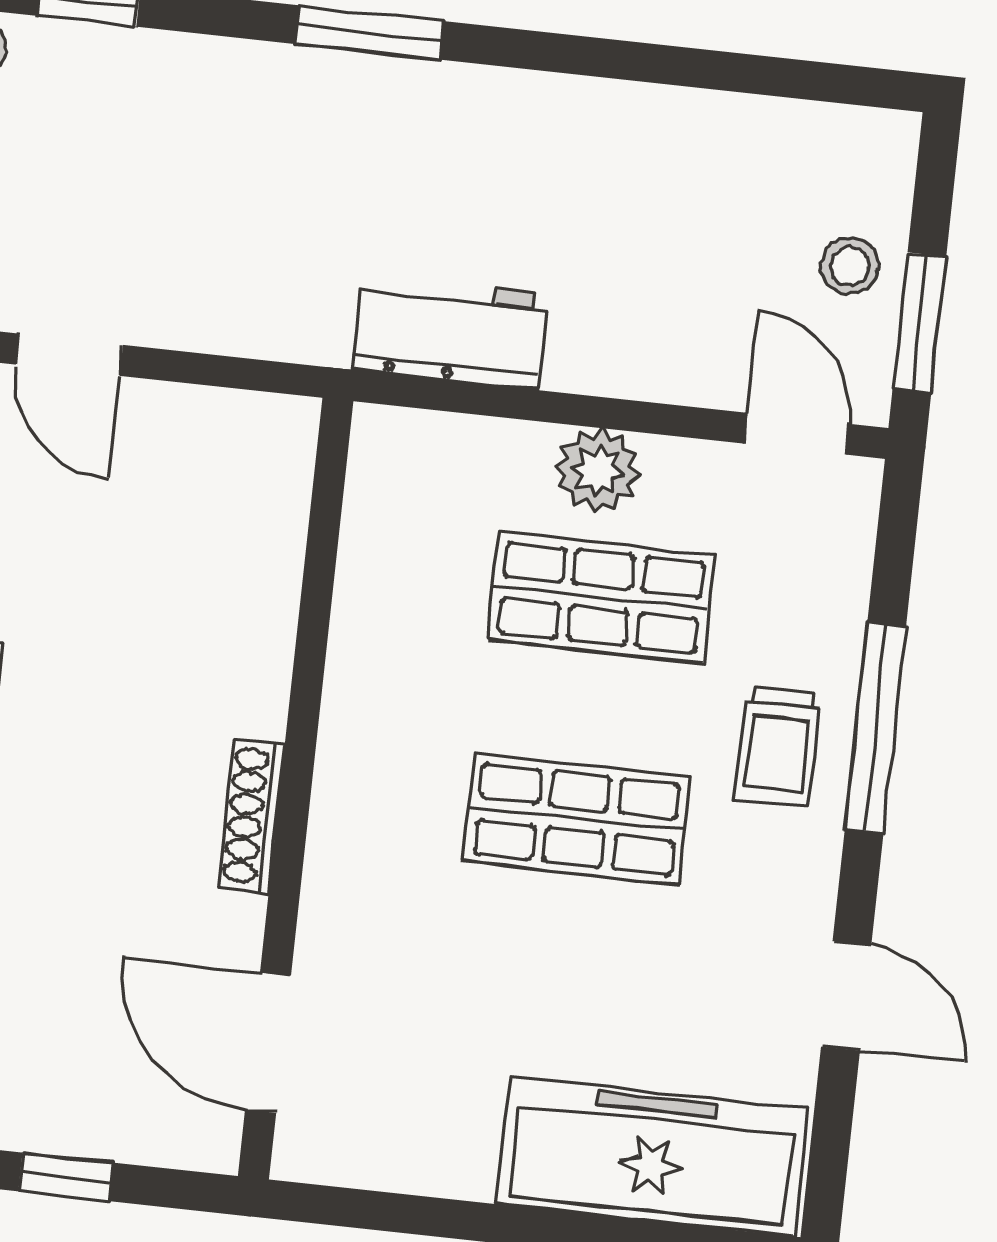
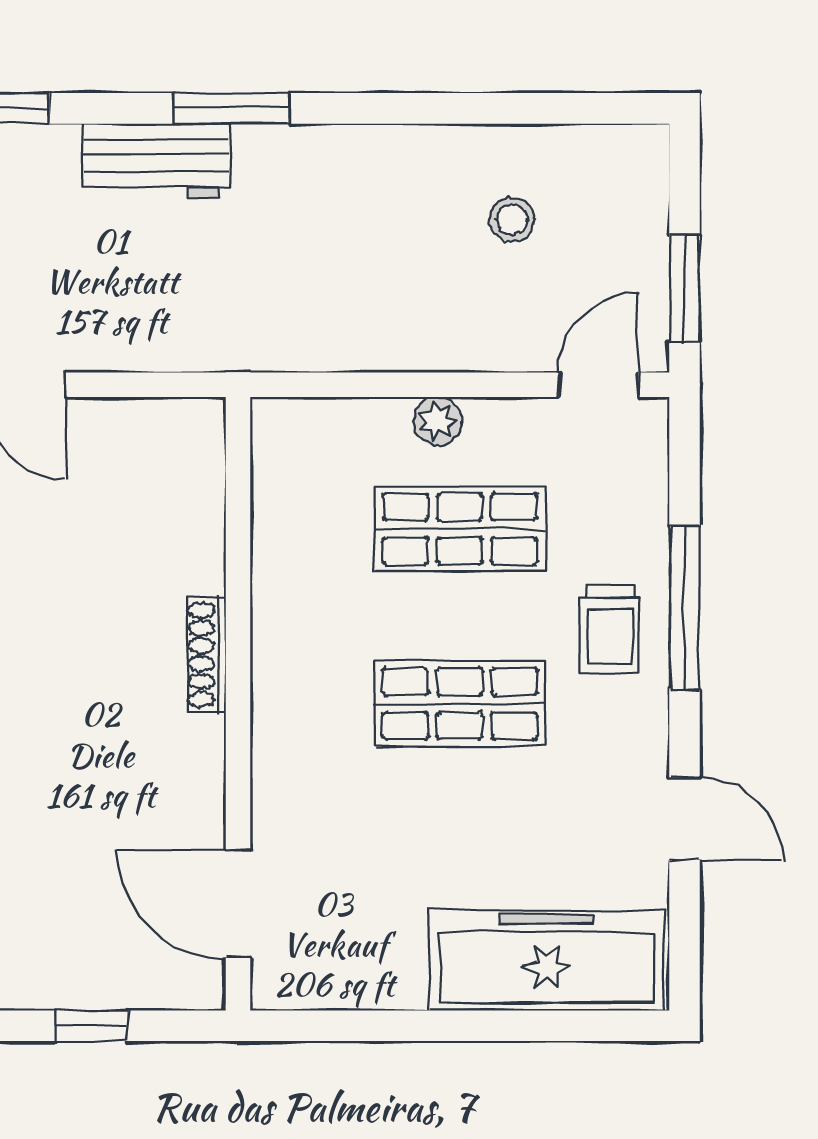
stool: (850, 266) -> (512, 220), moved
workbench: (450, 332) -> (156, 161), moved, turned 180
door: (797, 434) -> (598, 385), hinge flipped
plant: (598, 471) -> (437, 421), width x0.73, depth x0.73
shoe rack: (252, 816) -> (206, 655), moved

